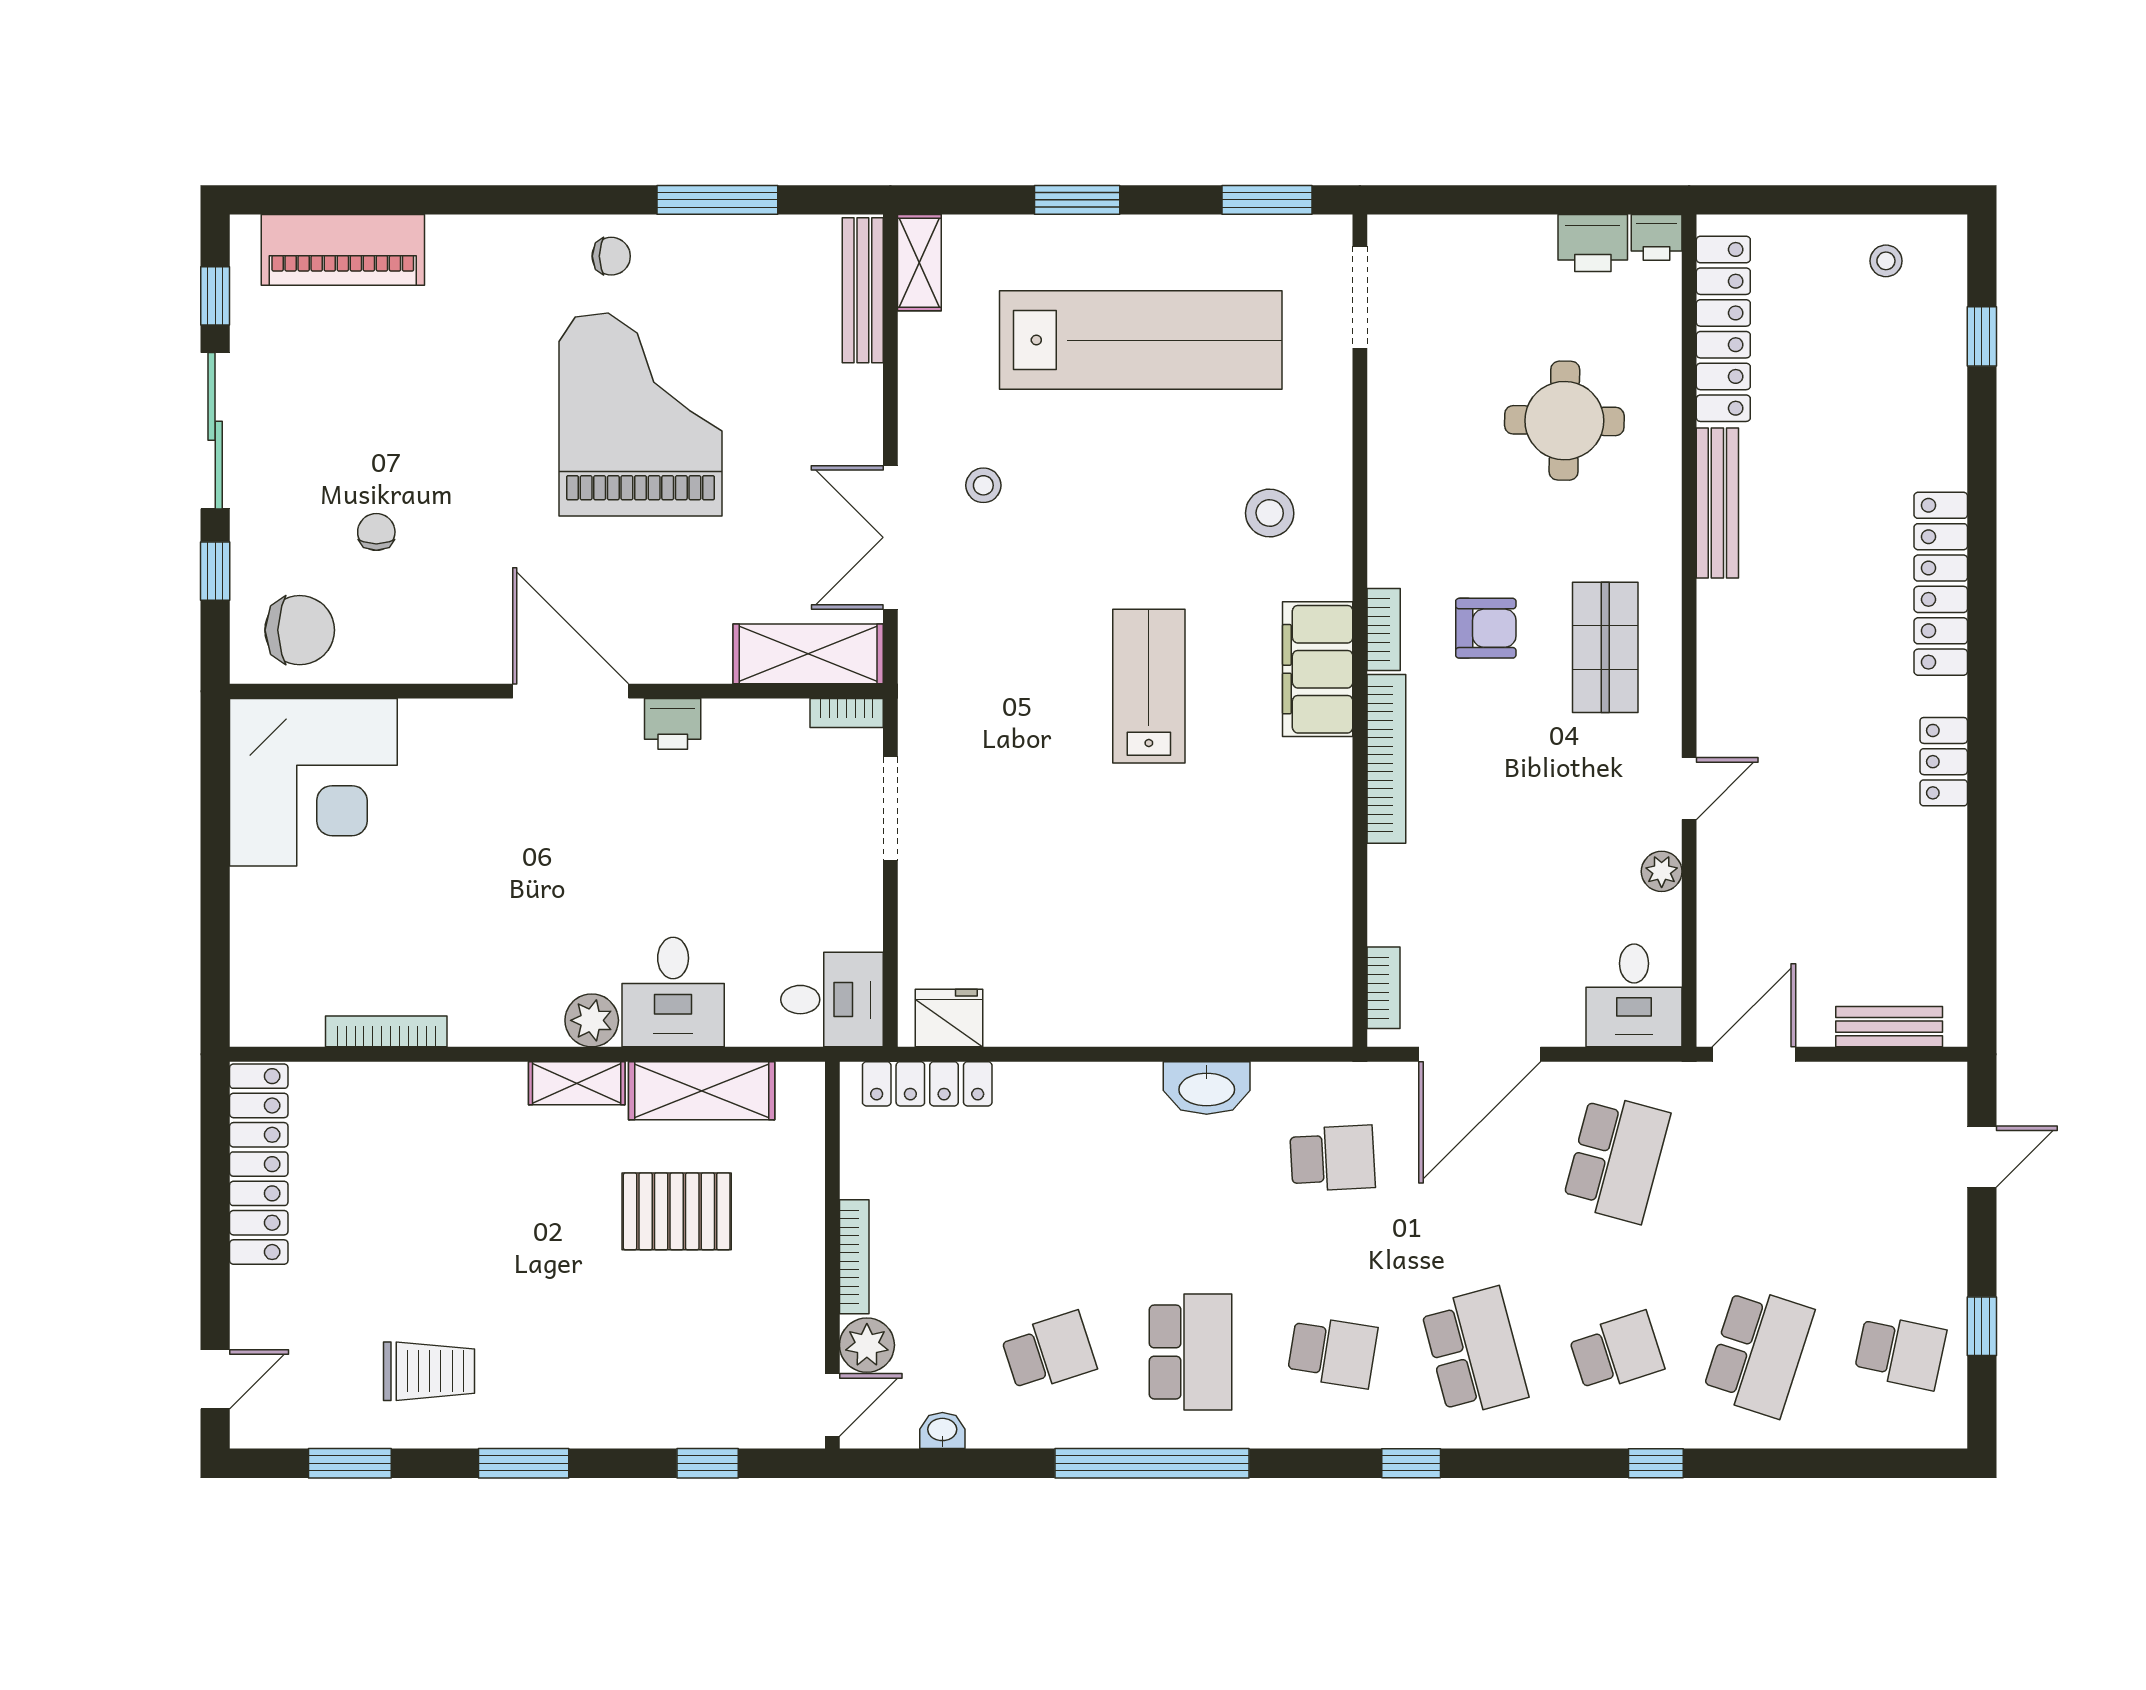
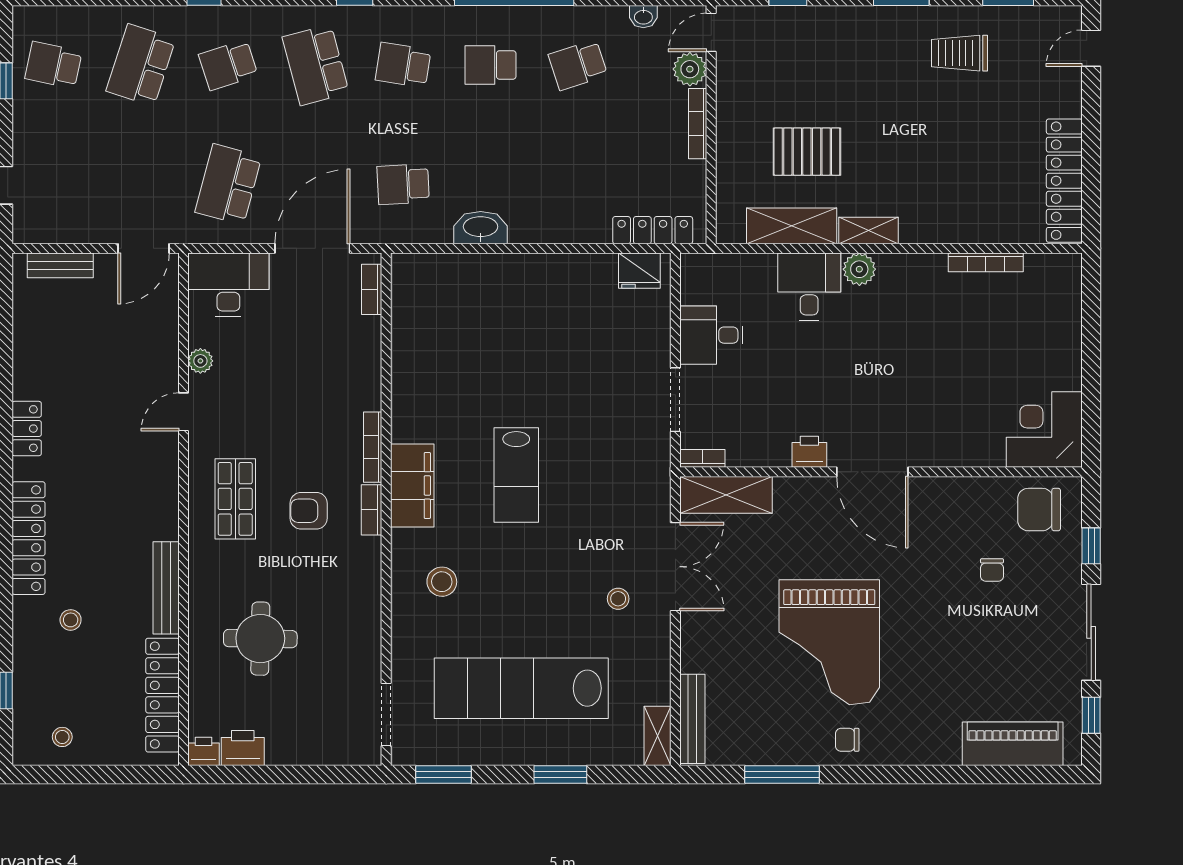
stool: (1872, 451) -> (71, 620), added
bookcase: (1386, 759) -> (373, 447), width x0.68, depth x0.76
corner desk: (313, 782) -> (1044, 430), width x0.74, depth x0.74
desk: (1634, 995) -> (228, 285), width x1.37
desk: (832, 1000) -> (711, 335), moved
school desk: (1191, 1352) -> (490, 65), width x0.54

